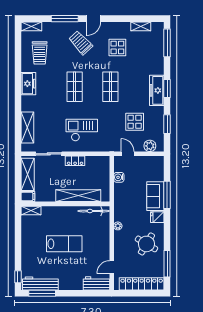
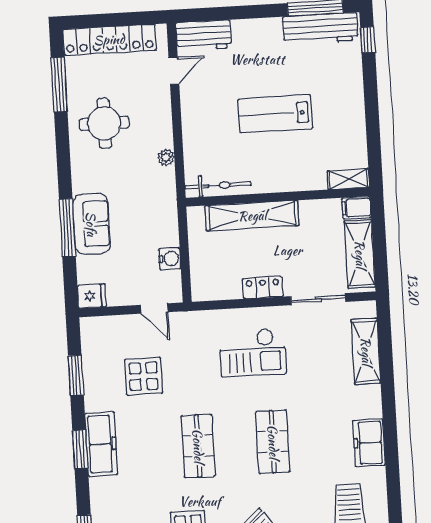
plant: (150, 146) -> (109, 328), removed
fridge: (157, 217) -> (92, 296), moved
round table: (146, 244) -> (104, 123), turned -31

